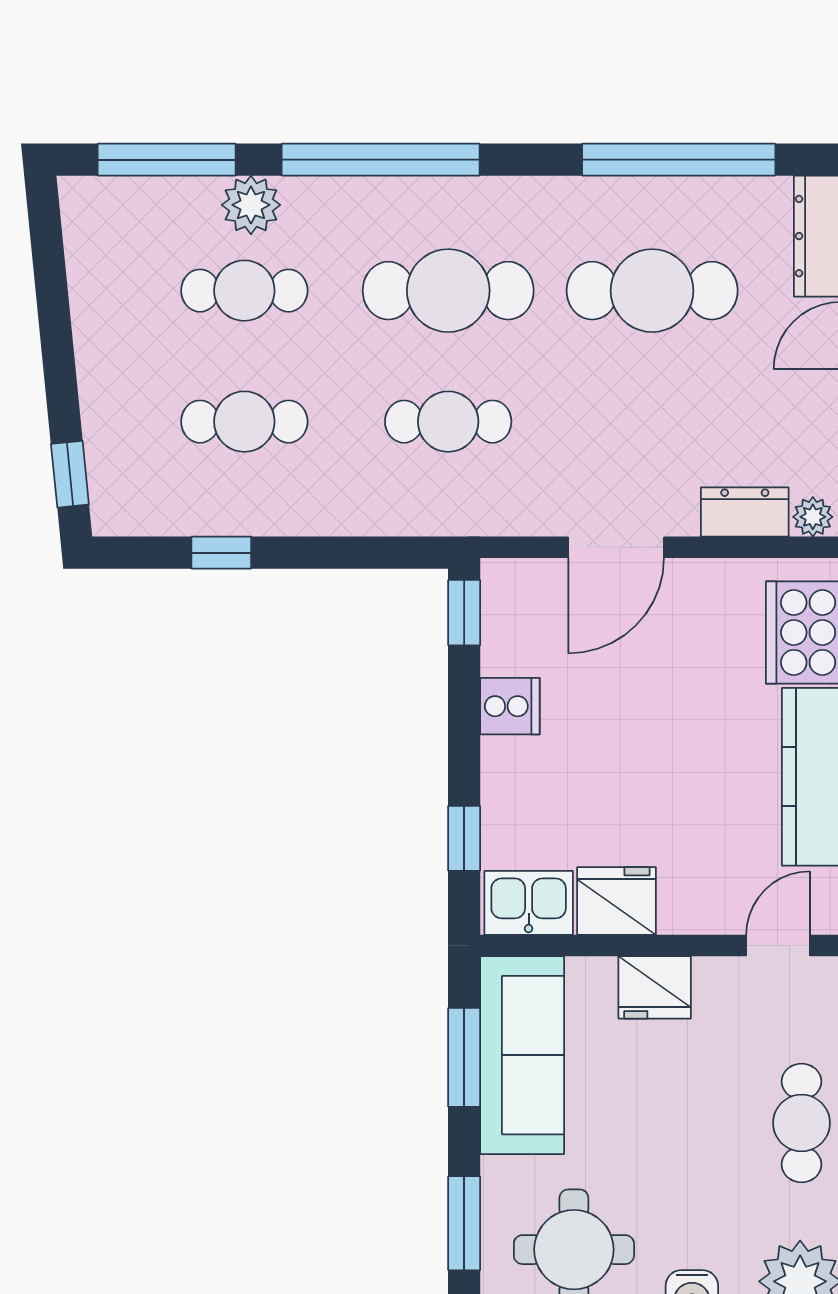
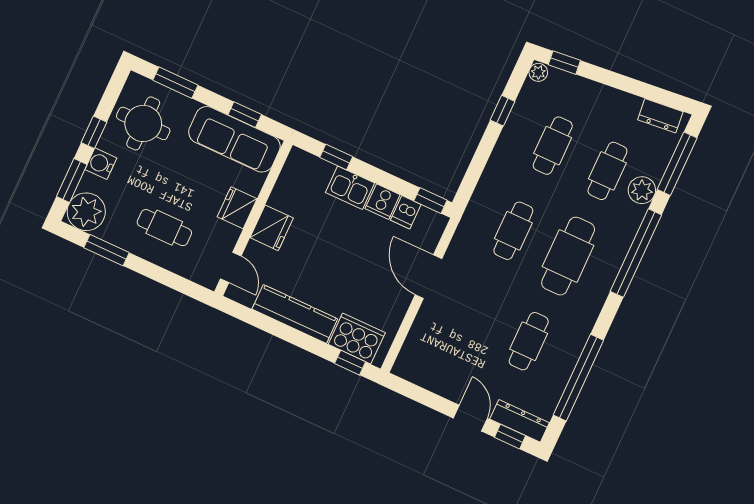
cafe table: (652, 291) -> (529, 341), width x0.73, depth x0.74
dresser: (745, 512) -> (660, 116), moved, turned 84
plant: (813, 517) -> (538, 72), moved
dishwasher: (510, 651) -> (406, 212), added
fridge: (616, 901) -> (272, 228), moved
kitchen sink: (529, 903) -> (350, 188), moved, turned 90
window: (464, 1057) -> (245, 115), width x0.67
cafe table: (802, 1123) -> (164, 228), moved

